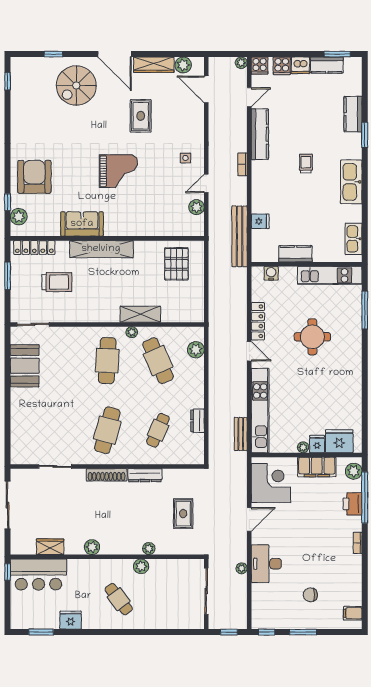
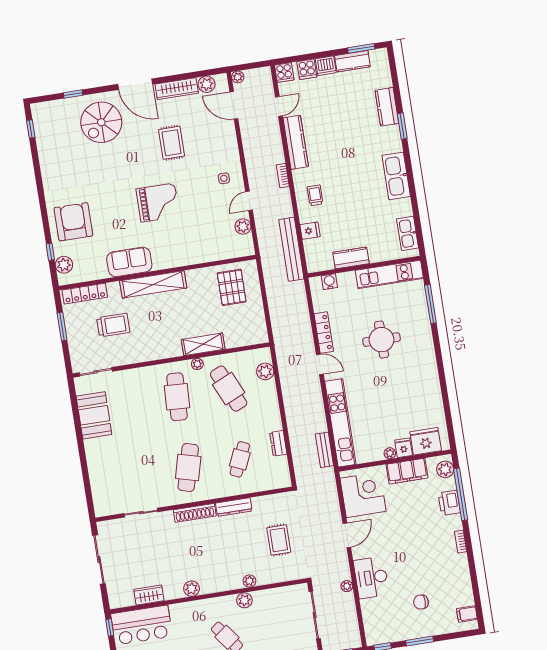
plant: (241, 63) -> (238, 77), moved
trolley: (306, 163) -> (315, 195), moved

